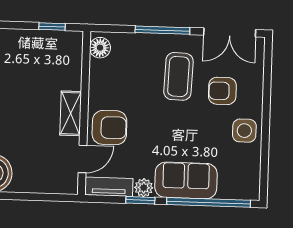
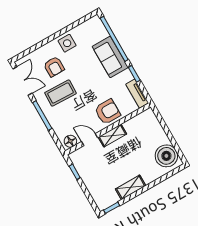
armchair: (109, 128) -> (107, 112), turned 90
door: (83, 159) -> (90, 140), moved
plant: (144, 188) -> (127, 76), removed

